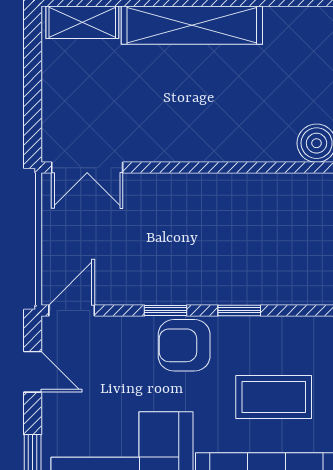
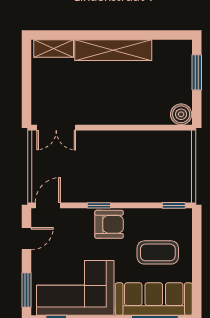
window: (239, 310) -> (174, 205), moved
armchair: (184, 345) -> (109, 224), turned 180
door: (33, 372) -> (27, 239), hinge flipped

